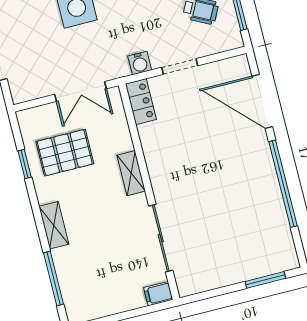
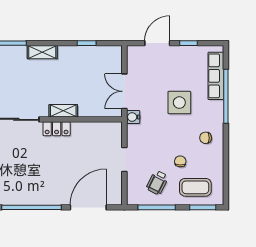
water cooler: (140, 63) -> (133, 117), moved
locker: (141, 102) -> (57, 129), moved
pallet: (65, 153) -> (87, 71), removed

